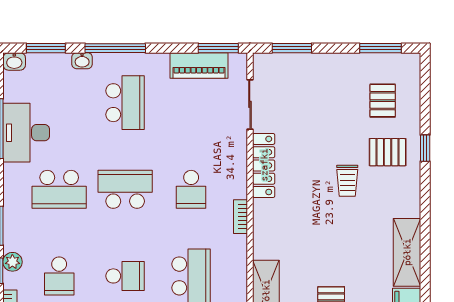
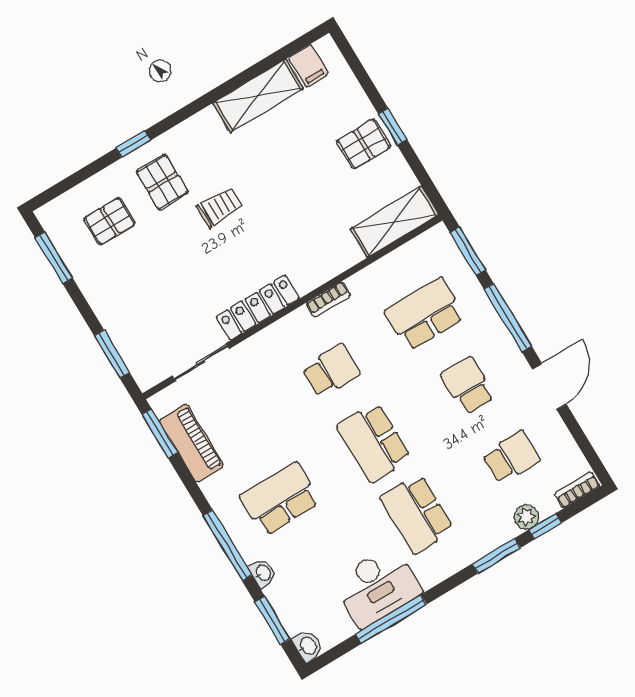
school desk: (59, 189) -> (417, 514), turned 180

